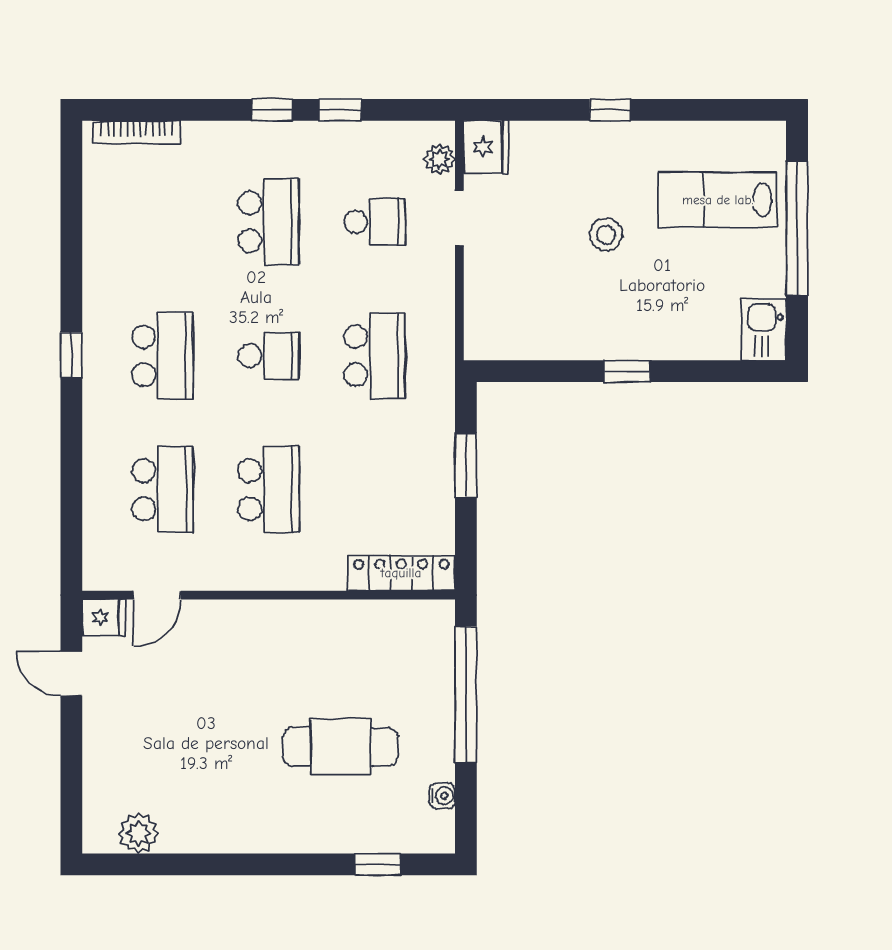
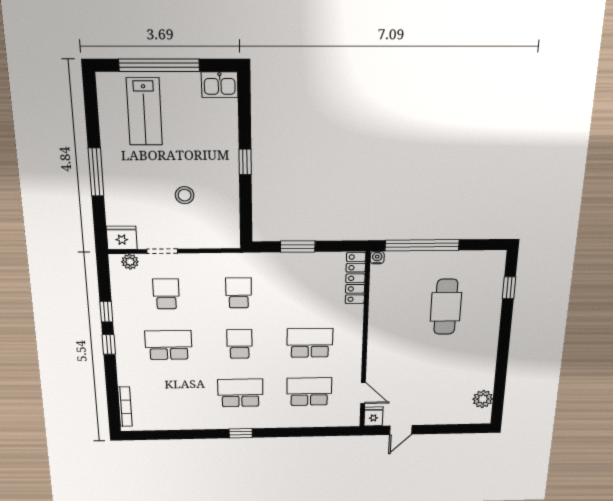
window: (610, 110) -> (96, 172), width x2.17
stool: (606, 235) -> (185, 195), moved
school desk: (375, 356) -> (239, 293), width x0.54
water cooler: (442, 796) -> (377, 258), moved

